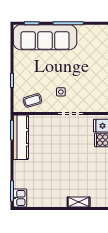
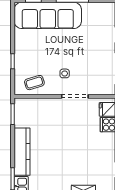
kitchen counter: (21, 137) -> (22, 152), moved

